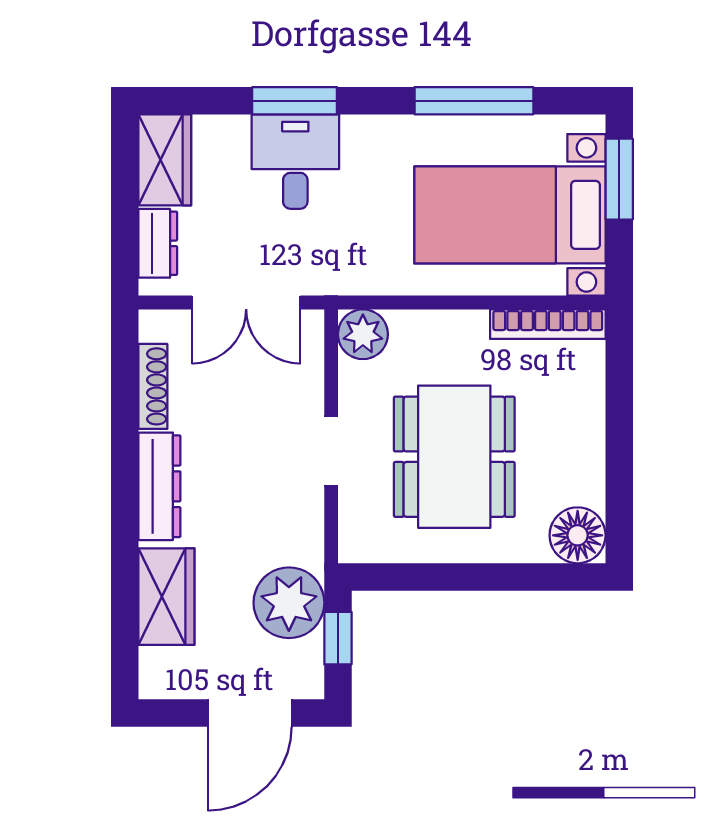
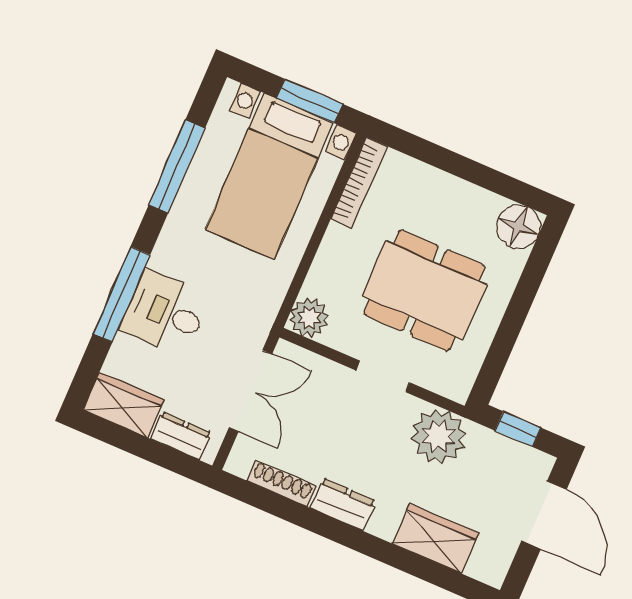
window: (295, 101) -> (122, 294), width x1.44
window: (619, 179) -> (310, 101), moved
dresser: (159, 486) -> (343, 504), width x0.70
plant: (289, 603) -> (439, 436), moved

